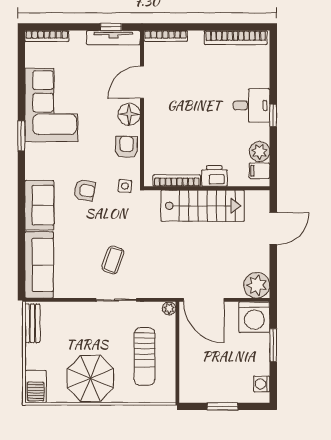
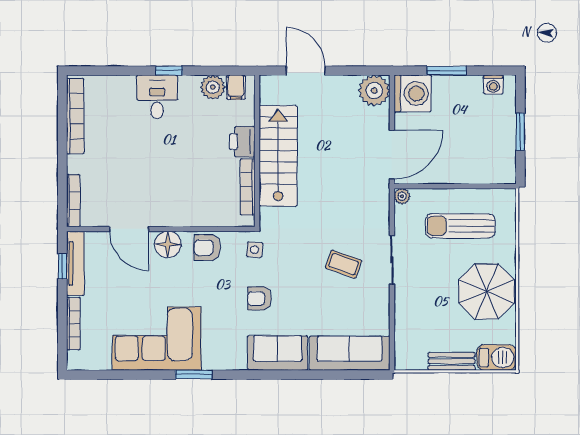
bookcase: (47, 36) -> (73, 324), moved
armchair: (84, 190) -> (259, 299), turned -100
bench: (32, 323) -> (452, 361), moved
sun lounger: (145, 357) -> (460, 226), turned 180

